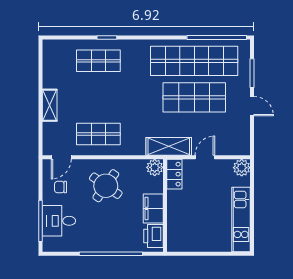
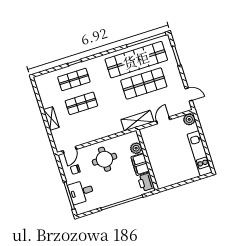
door: (252, 106) -> (189, 94), moved
shop shelf: (98, 134) -> (81, 103), moved
plant: (155, 167) -> (136, 148), moved
locker: (174, 174) -> (147, 138), removed
round table: (106, 186) -> (105, 159), turned -35

